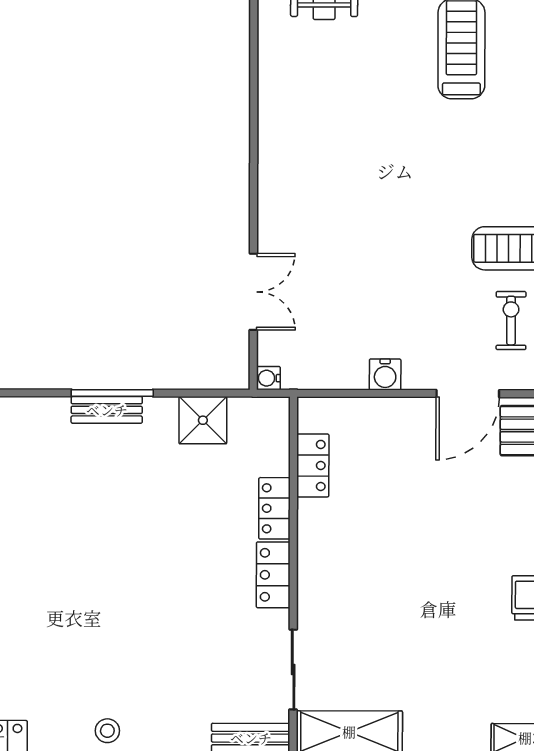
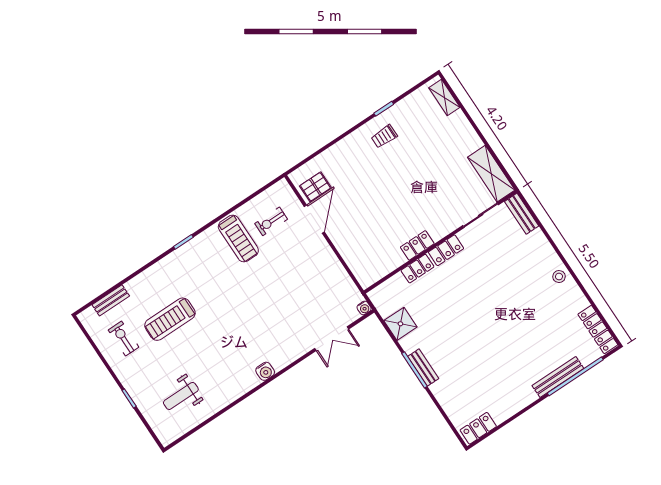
double door: (253, 292) -> (332, 339), swing flipped
water cooler: (385, 374) -> (265, 371), moved, turned 90
door: (468, 394) -> (314, 219), hinge flipped
locker: (313, 465) -> (417, 245), moved

